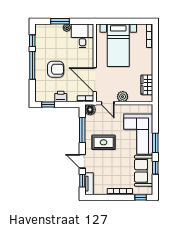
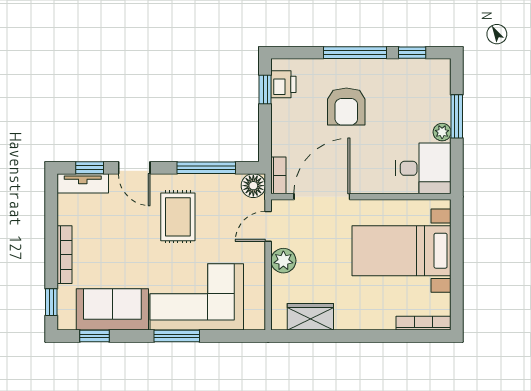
printer: (61, 97) -> (283, 84), moved
door: (82, 161) -> (134, 168), swing flipped
window: (155, 168) -> (94, 336), moved

